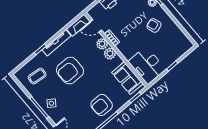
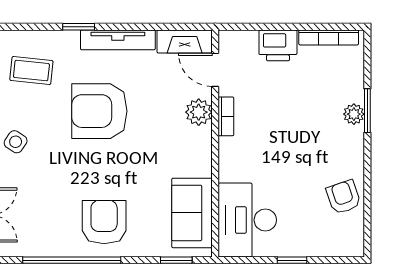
armchair: (154, 25) -> (343, 197), moved
plant: (110, 53) -> (198, 141), removed
armchair: (102, 105) -> (104, 222), turned 90

